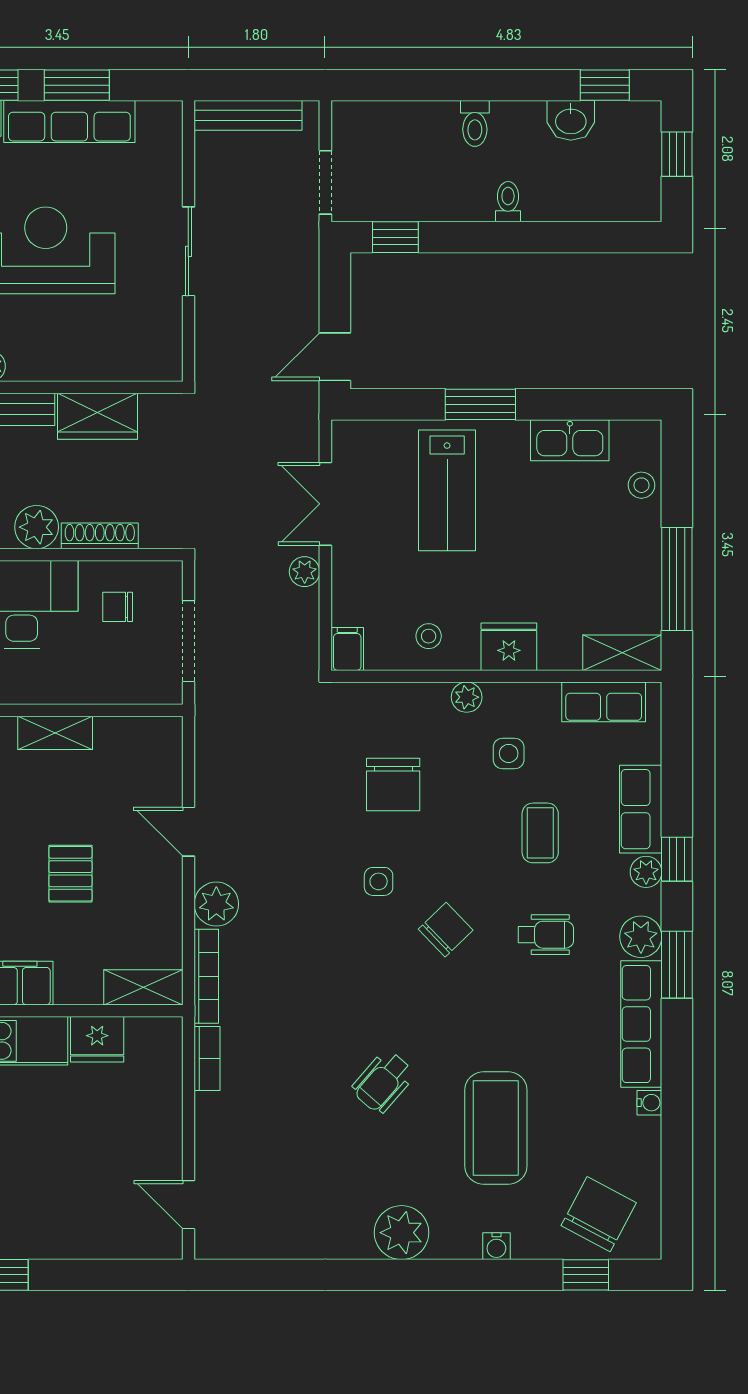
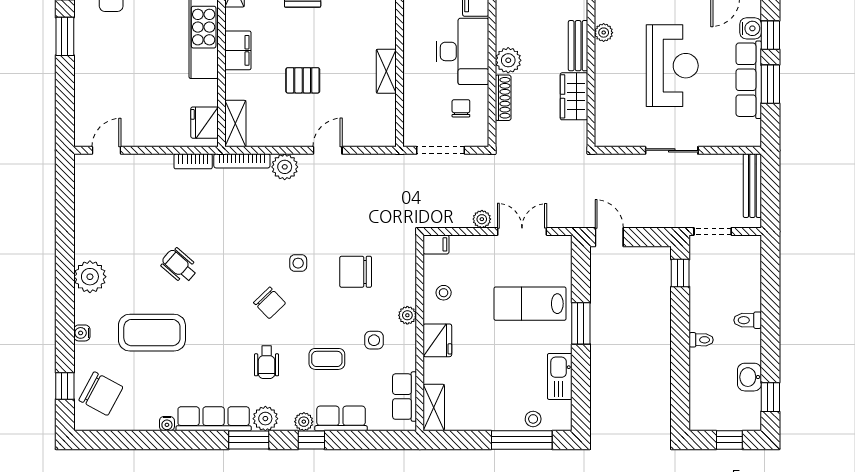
window: (677, 579) -> (522, 440), moved
fridge: (97, 1039) -> (205, 123), moved

